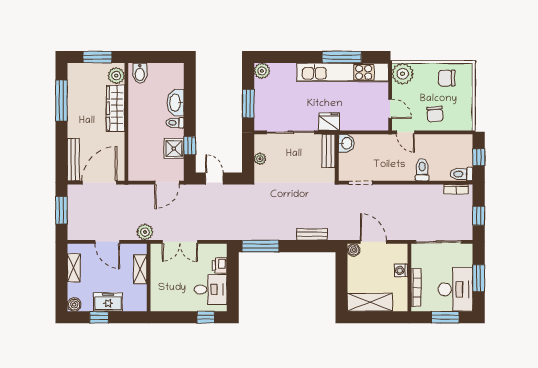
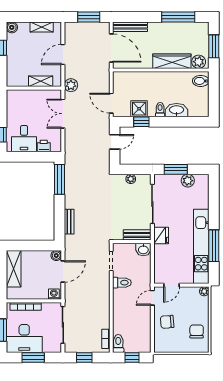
plant: (262, 71) -> (188, 181), moved
plant: (403, 74) -> (204, 291), width x0.53, depth x0.53
toilet: (422, 170) -> (122, 283), moved
washing machine: (401, 270) -> (54, 294), moved
freezer: (108, 302) -> (14, 55), removed

